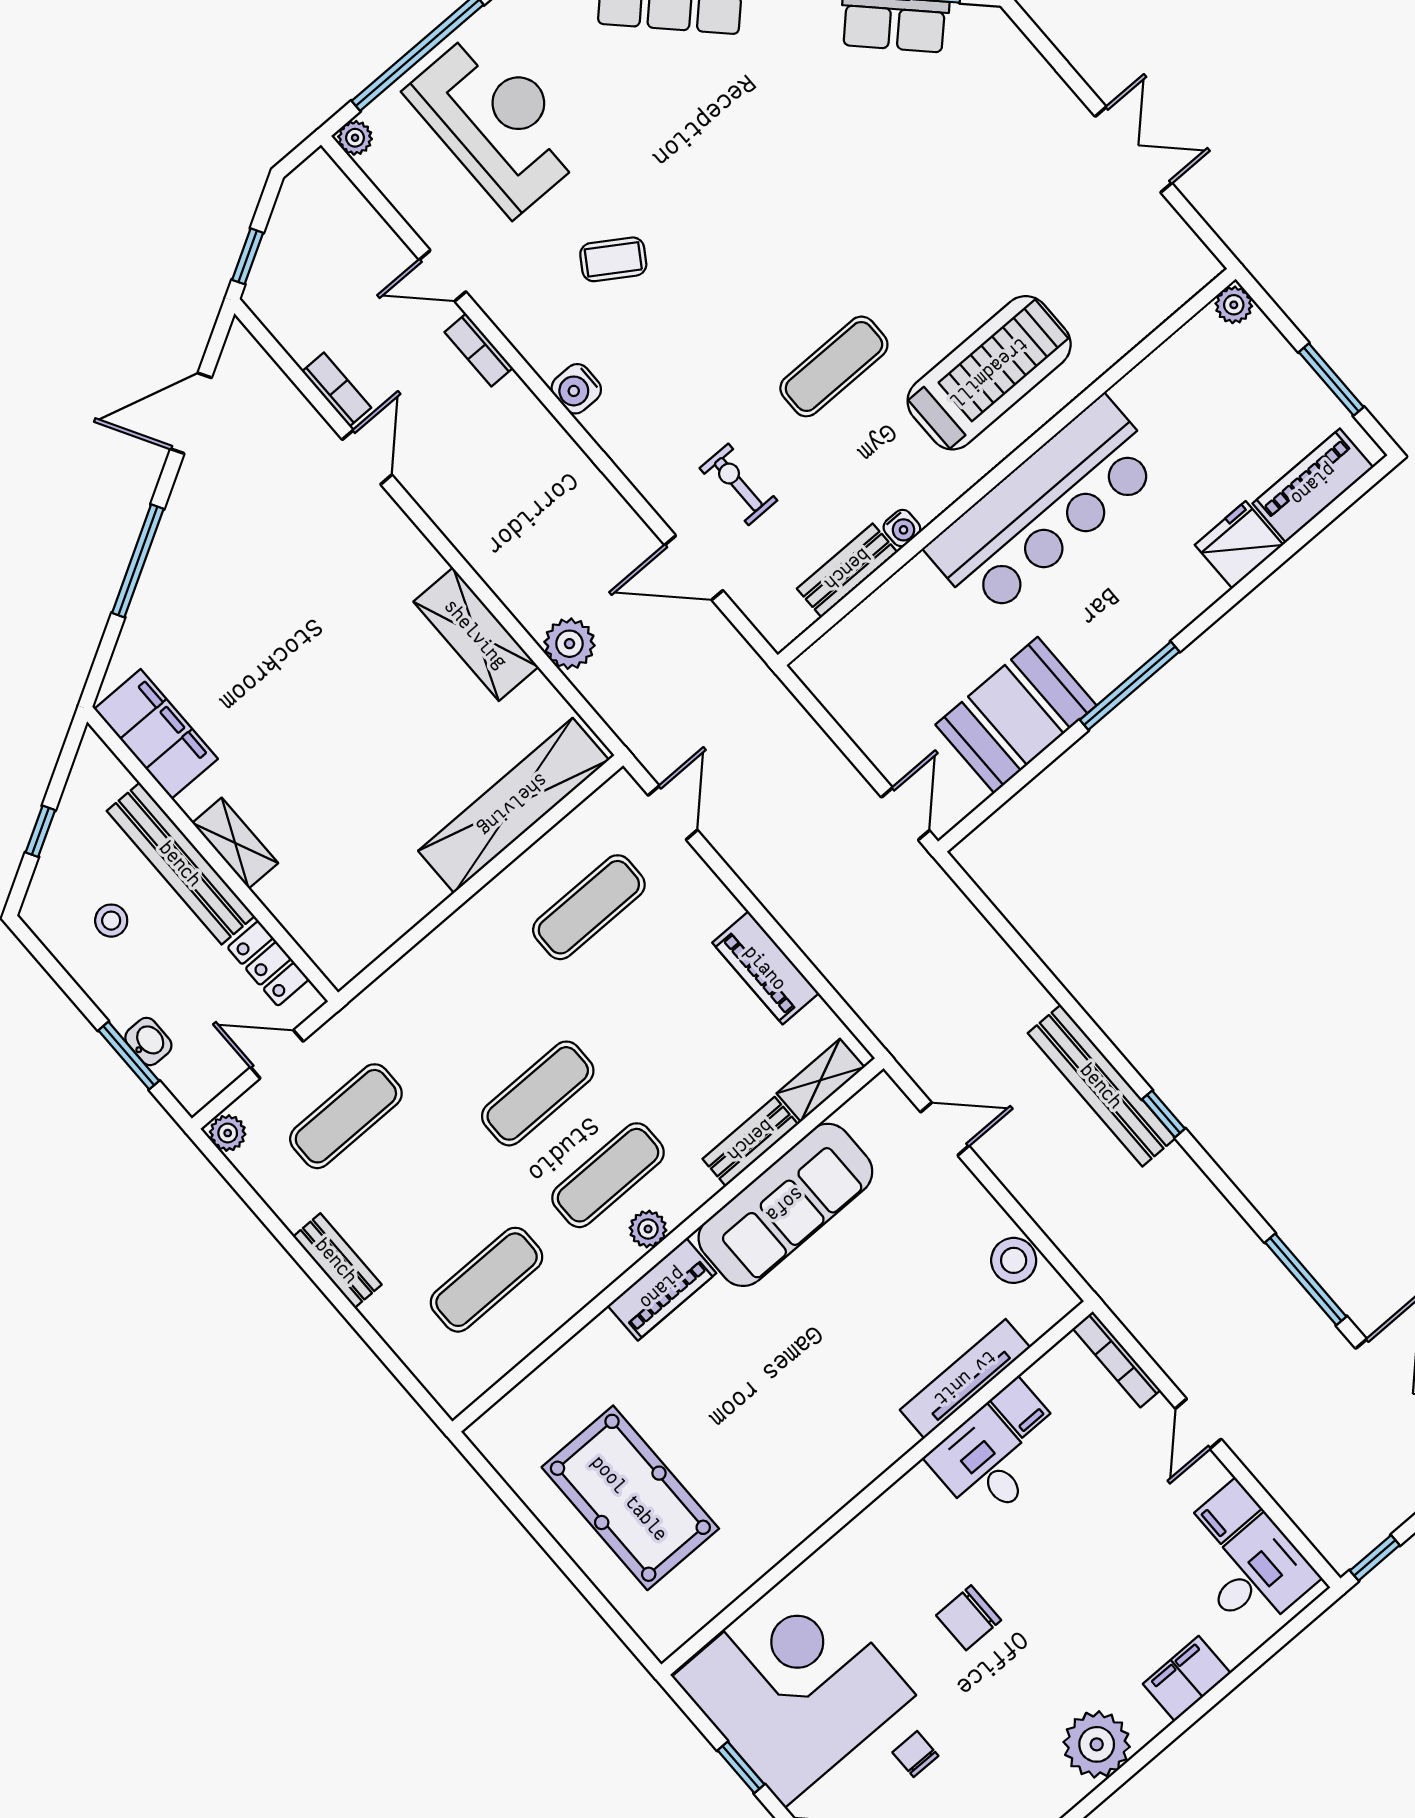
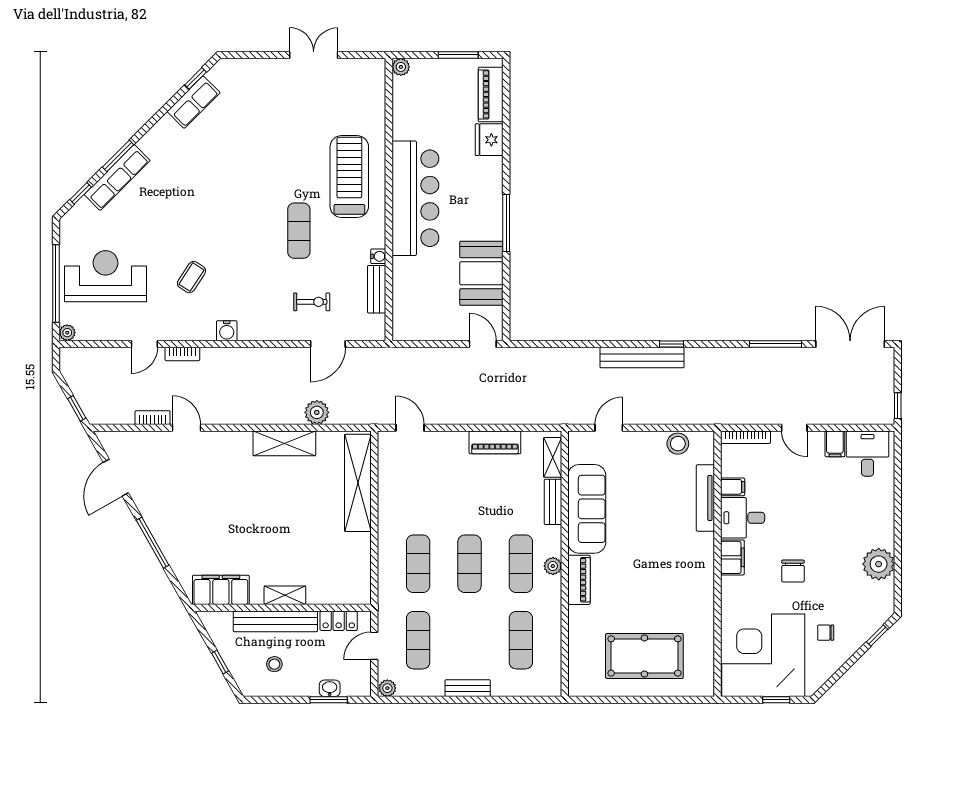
exercise bike: (738, 484) -> (312, 302), turned 180
exercise mat: (589, 907) -> (418, 564), moved
filing cabinet: (1187, 1678) -> (732, 557), moved, turned 180

